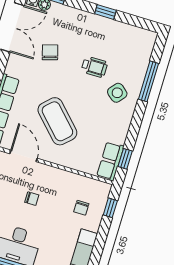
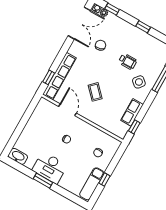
coffee table: (57, 121) -> (95, 92), width x0.54, depth x0.58
row of seats: (110, 161) -> (132, 112), moved
window: (110, 208) -> (105, 179), moved

